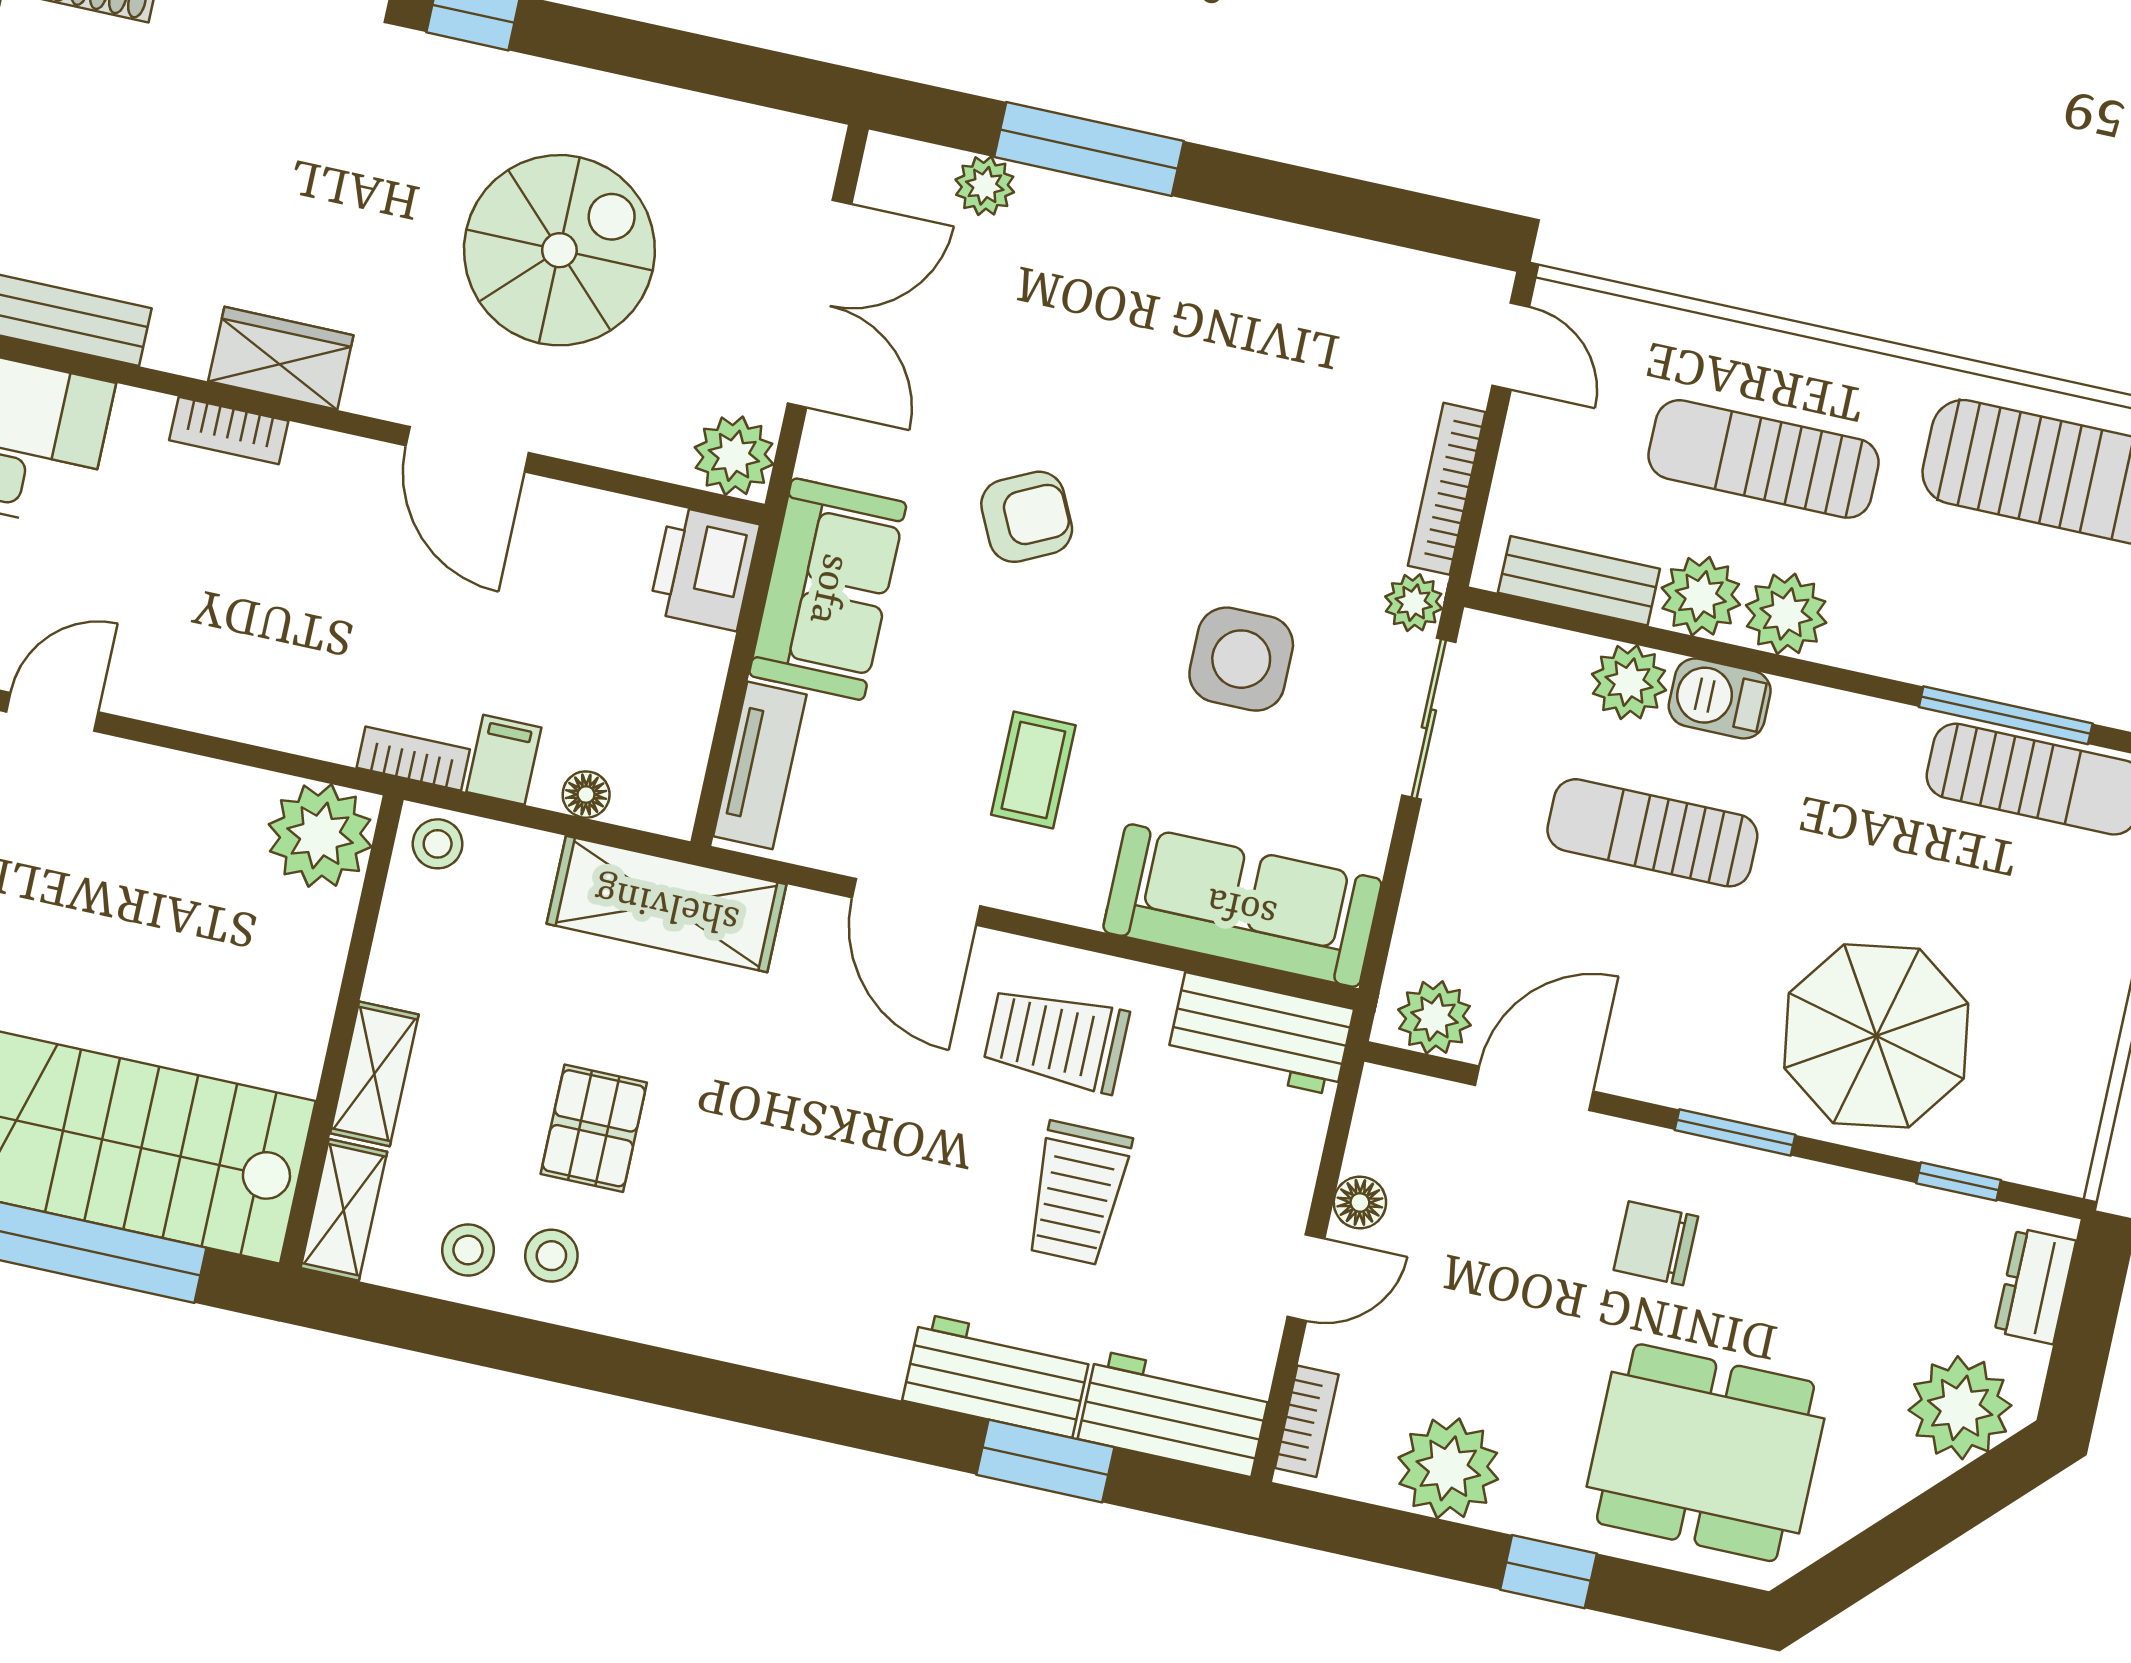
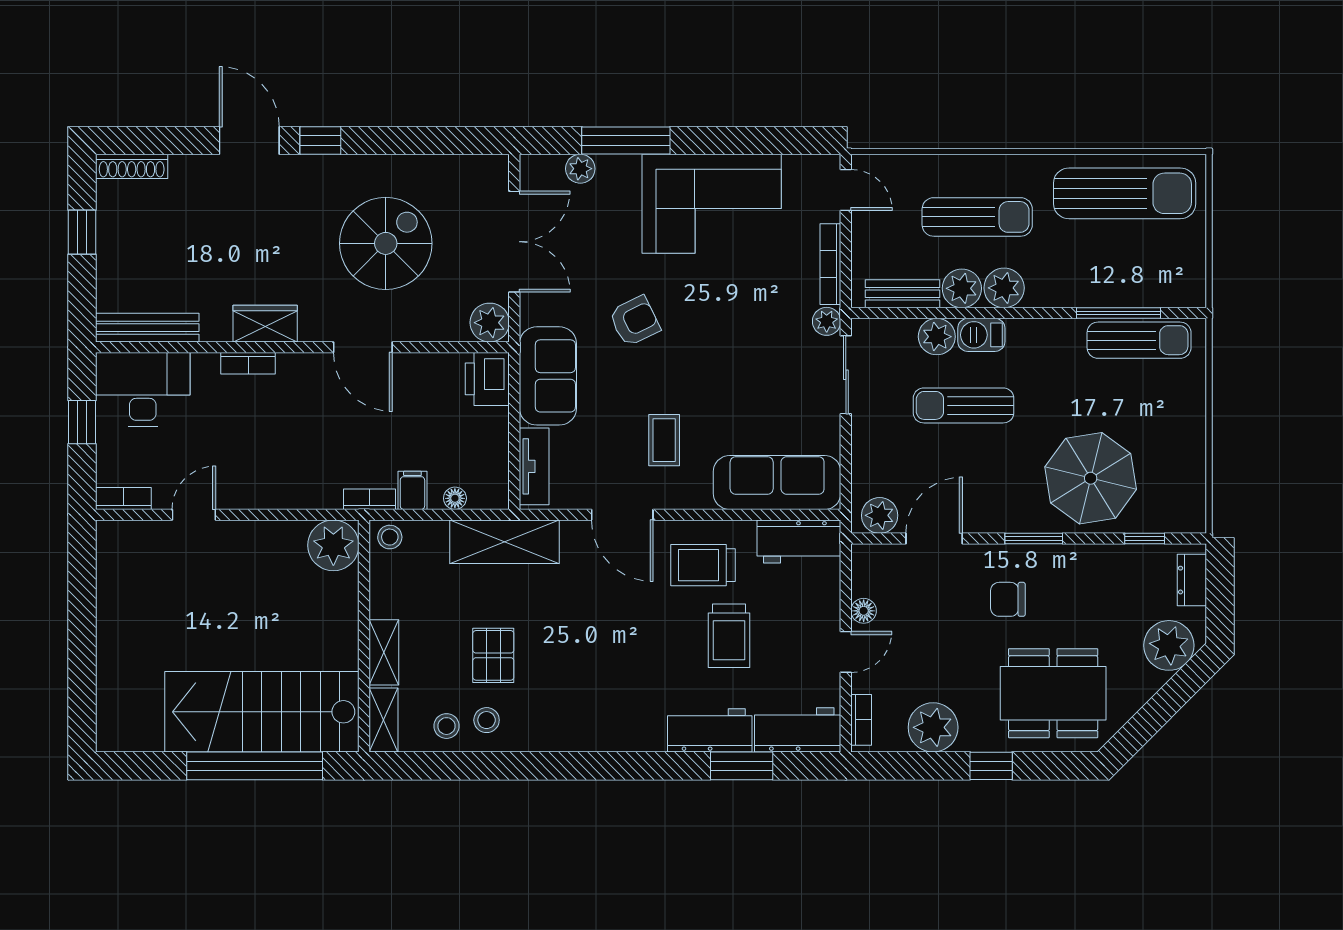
corner sofa: (1234, 315) -> (712, 204), added
sun lounger: (1763, 459) -> (977, 217), turned 180
side table: (1241, 659) -> (751, 366), removed

